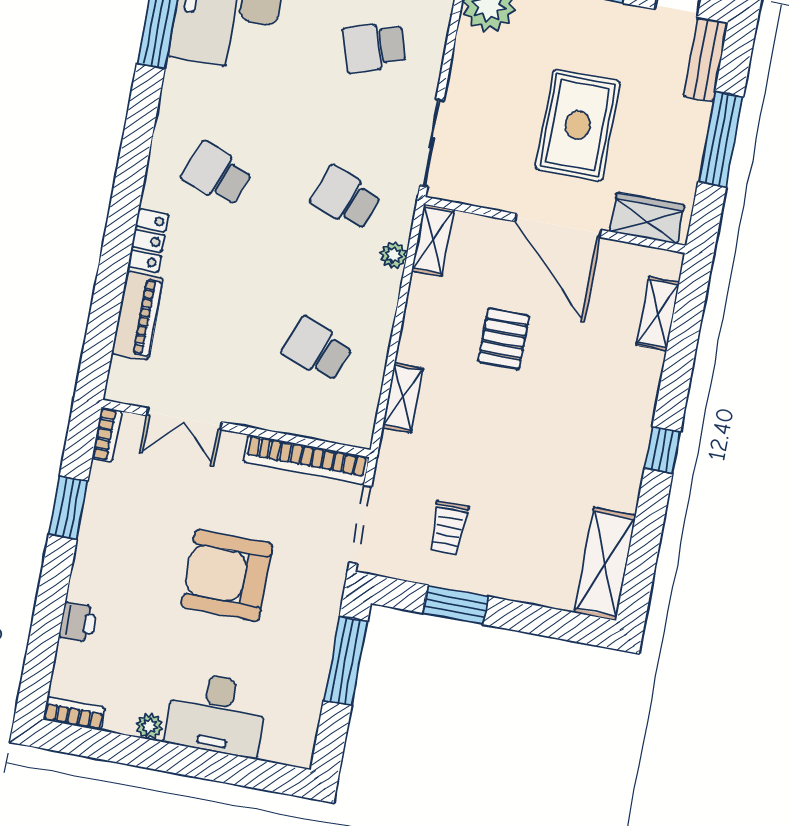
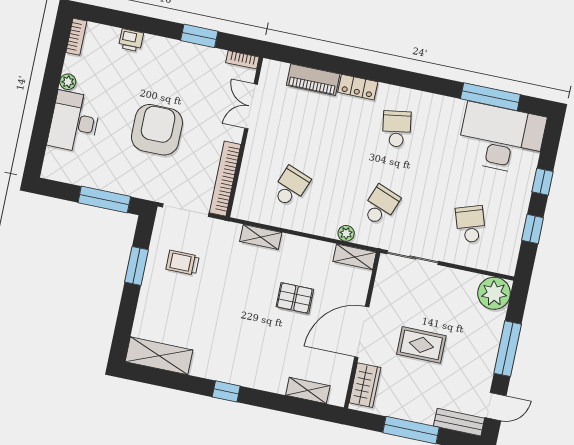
rug: (578, 125) -> (421, 345), width x0.73, depth x0.70
school desk: (217, 174) -> (397, 129), turned -30

